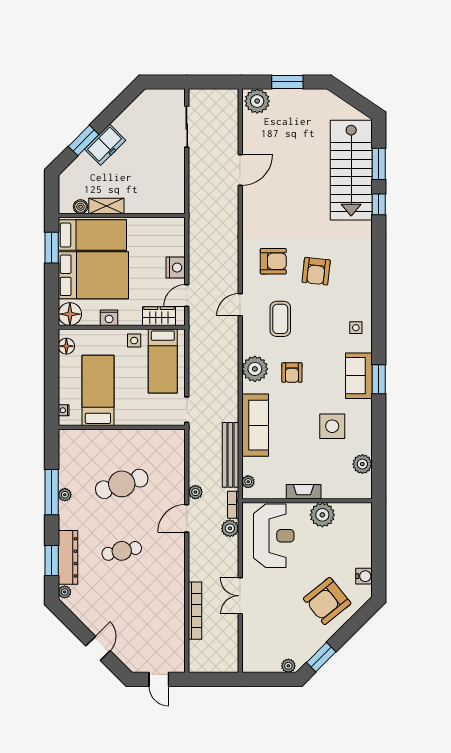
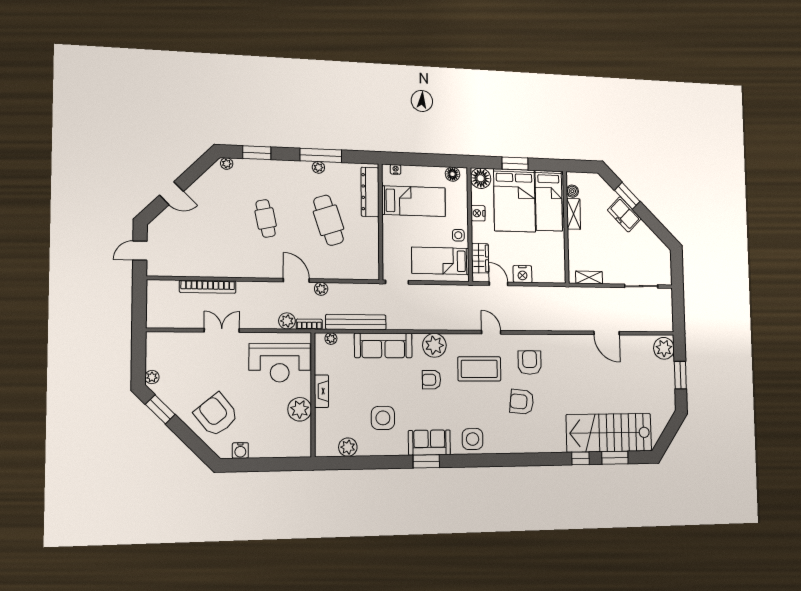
shelving: (178, 189) -> (589, 277), added
window: (52, 248) -> (515, 164), moved
armchair: (273, 261) -> (530, 362), turned 180
coffee table: (280, 319) -> (479, 369), width x1.36, depth x1.32
side table: (356, 328) -> (473, 439), width x1.87, depth x1.87
dresser: (68, 557) -> (370, 192), moved, turned 90

